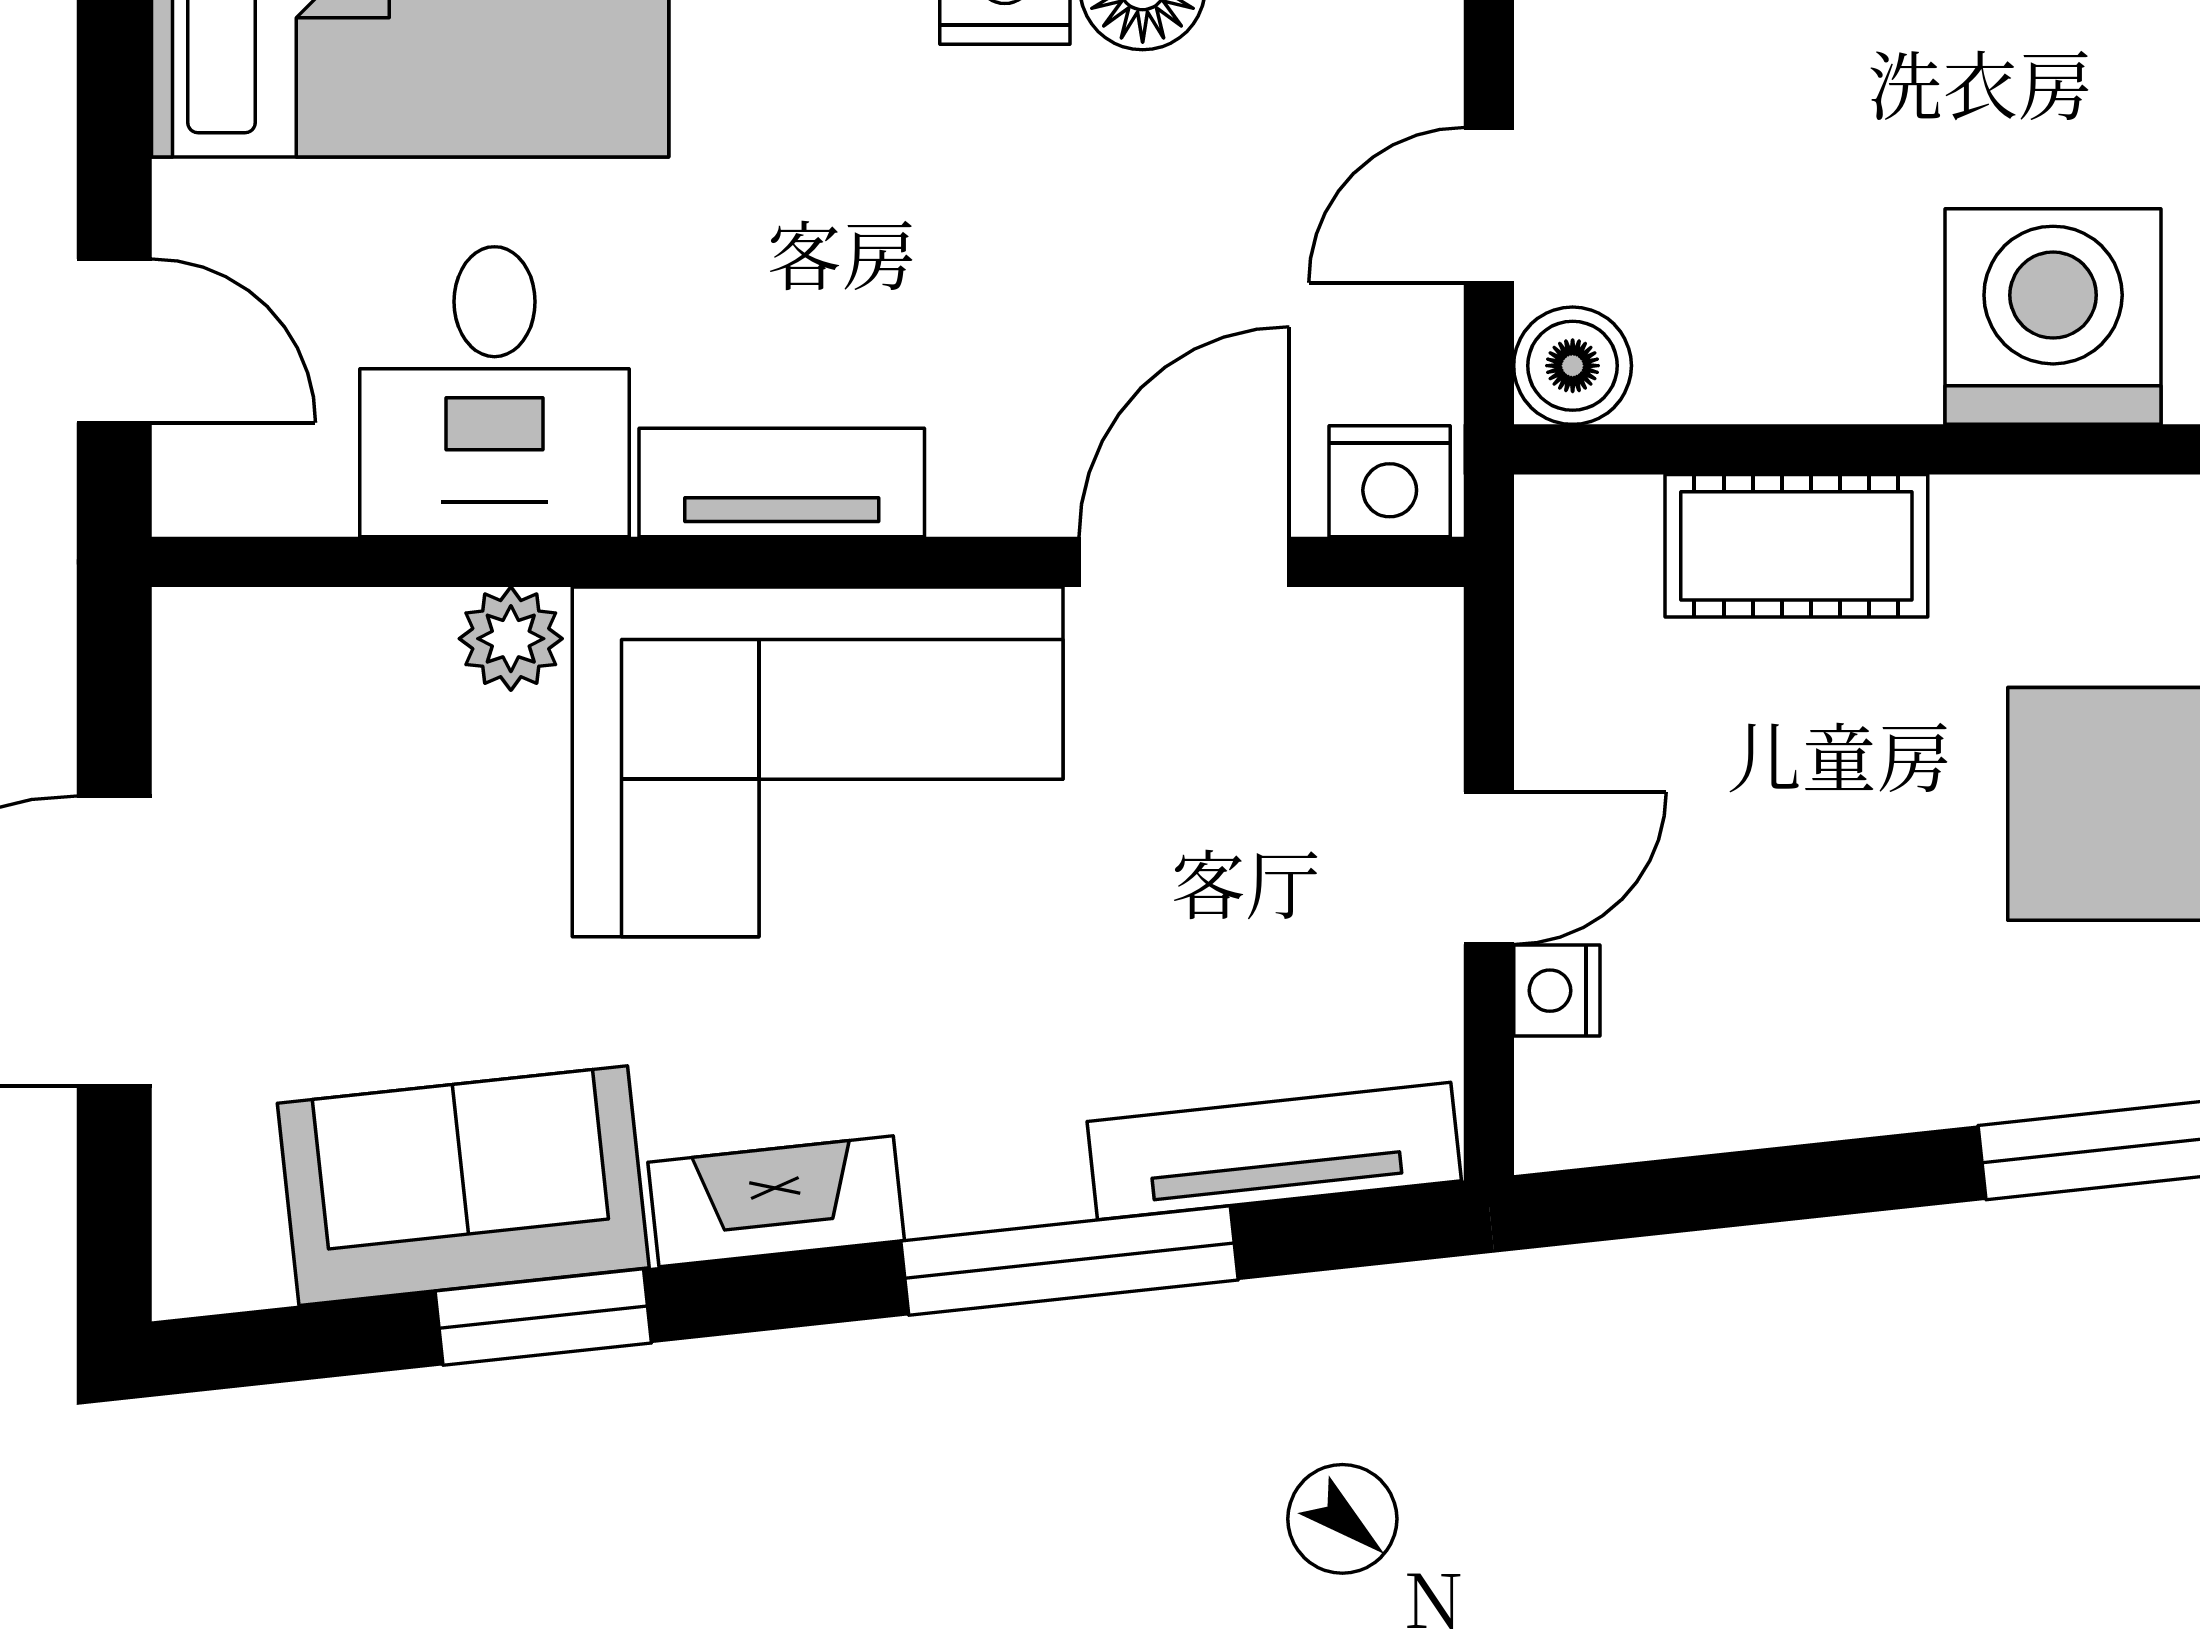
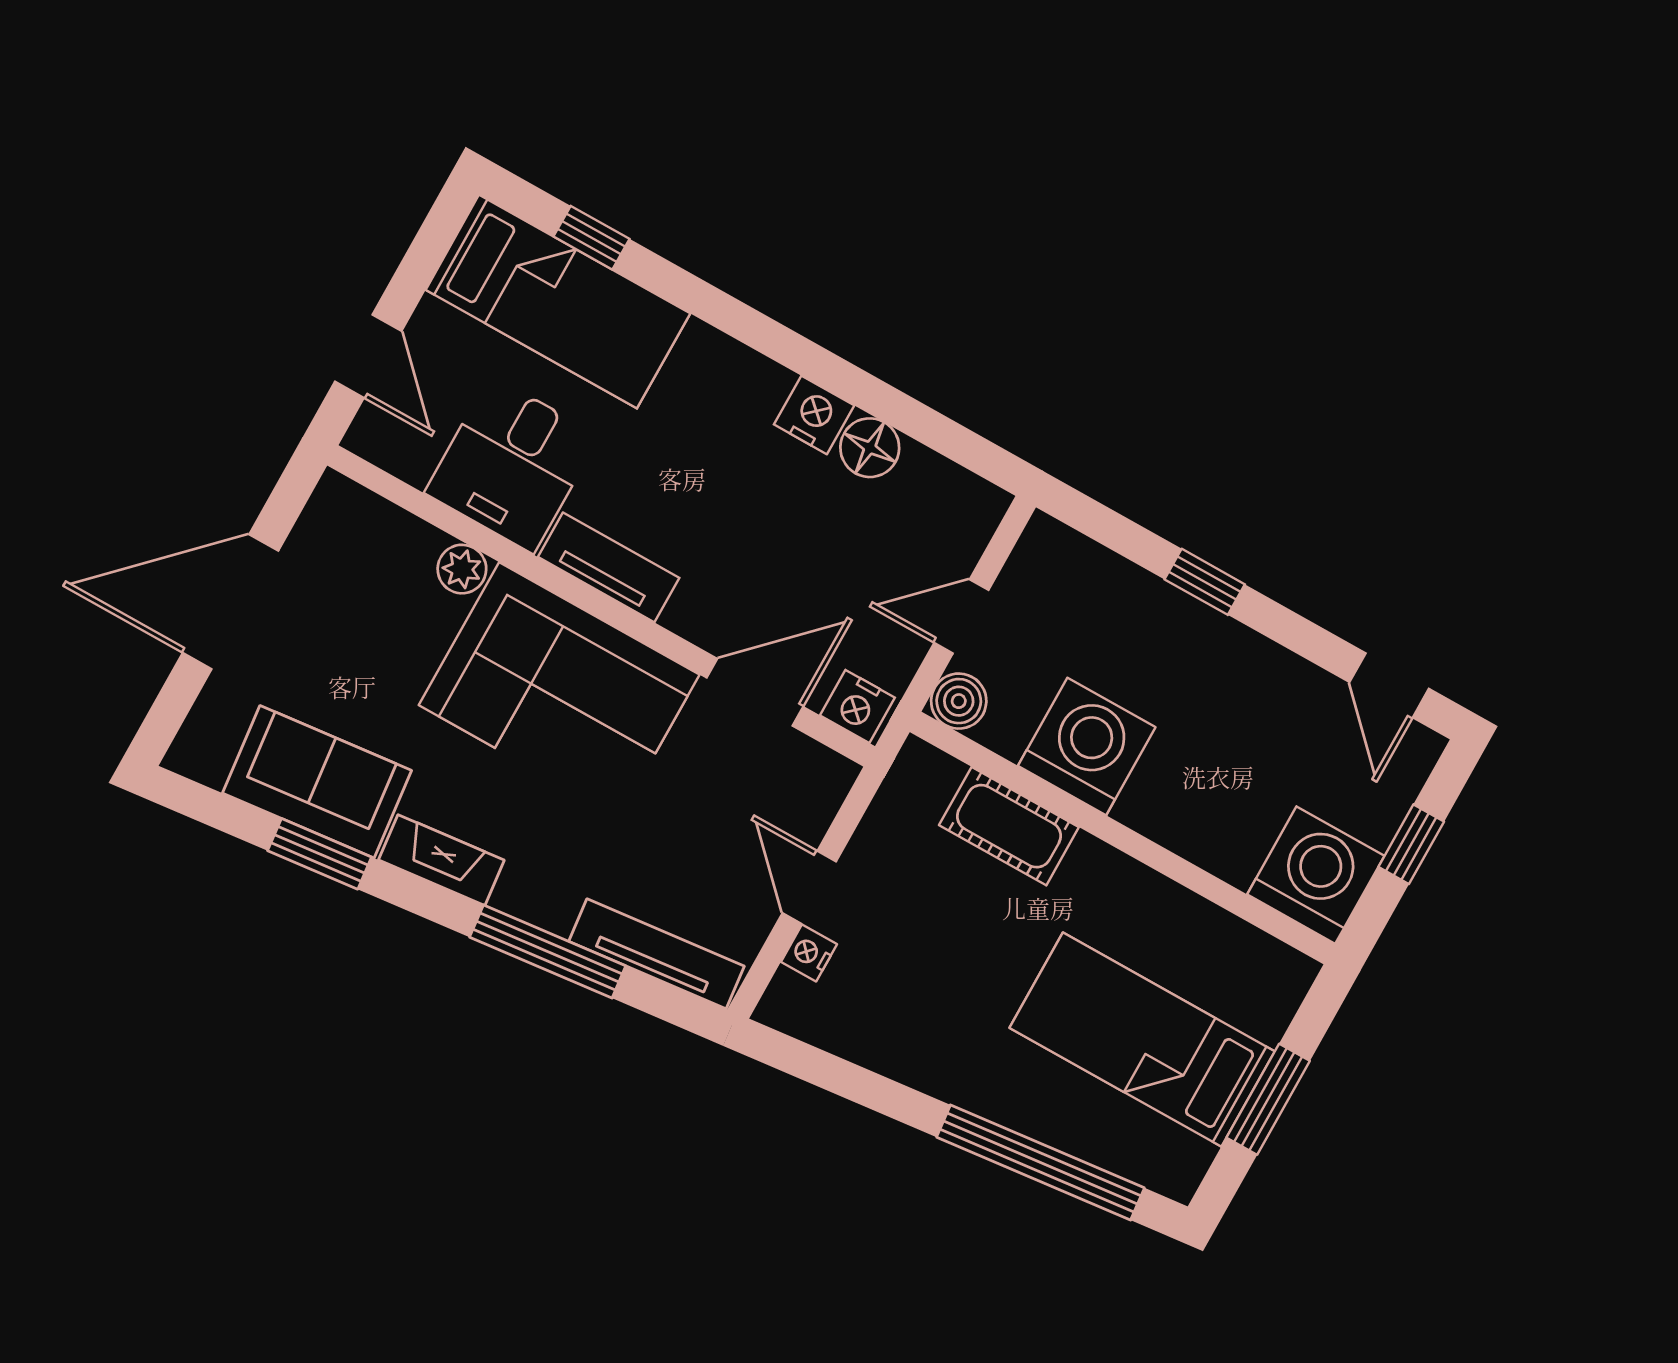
washing machine: (2053, 317) -> (1087, 746), moved
door: (1489, 868) -> (809, 887), swing flipped

